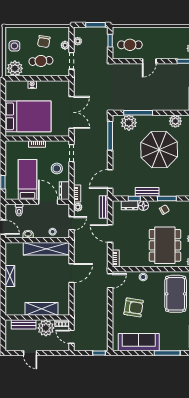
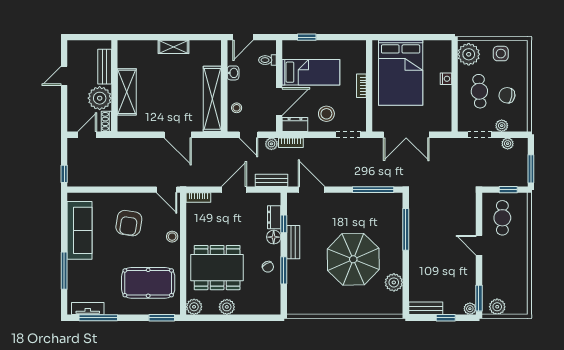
plant: (129, 123) -> (392, 216), removed

